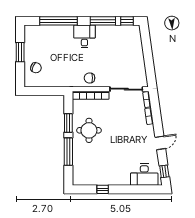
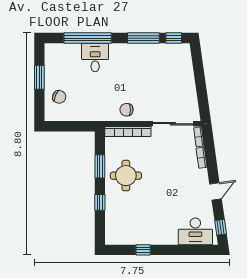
desk: (84, 36) -> (95, 57), moved
window: (68, 152) -> (100, 202), width x0.46

